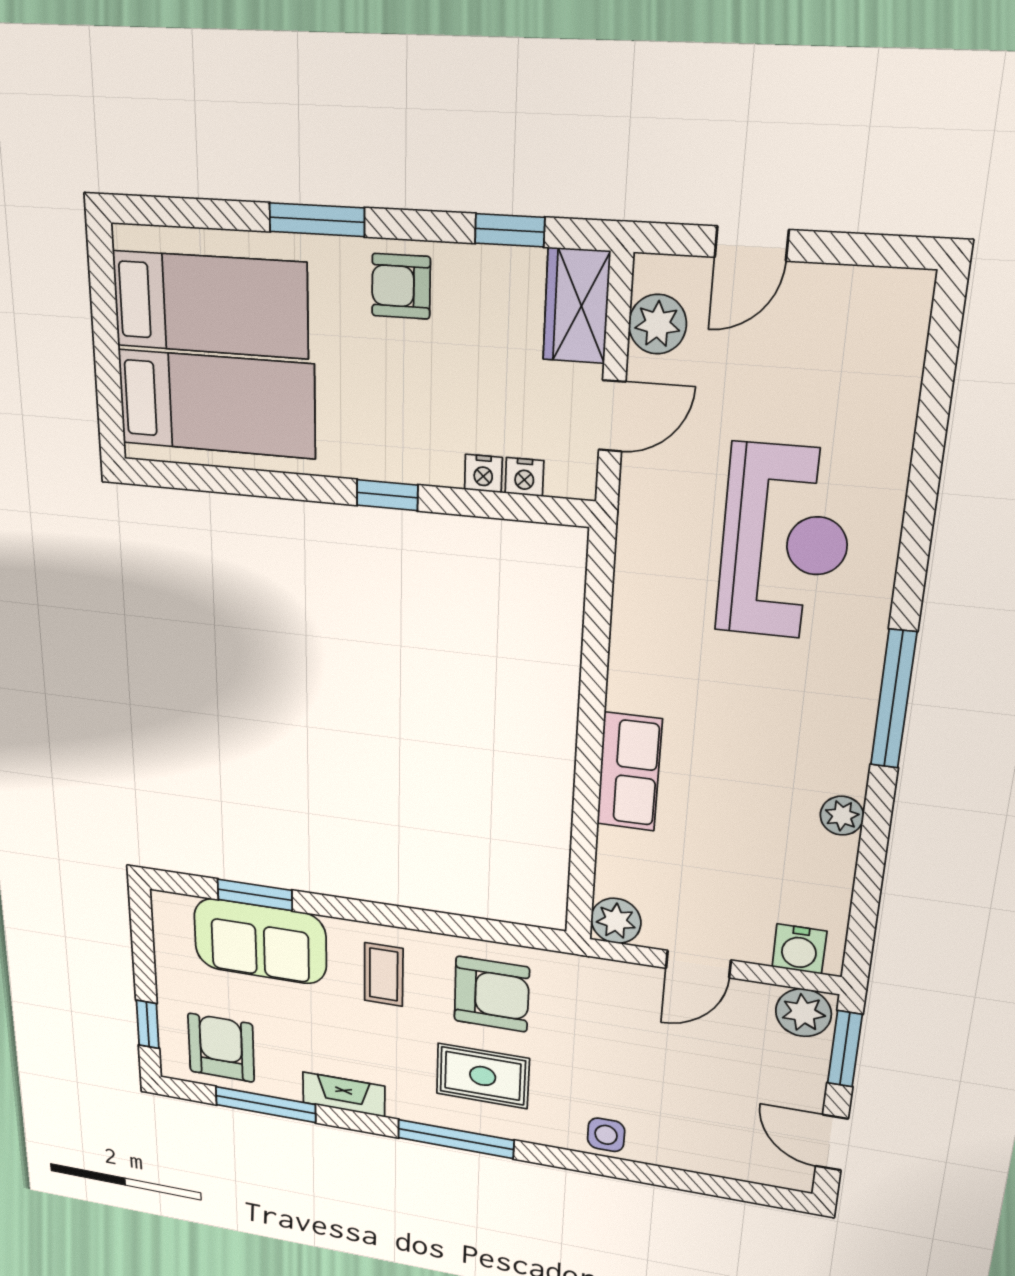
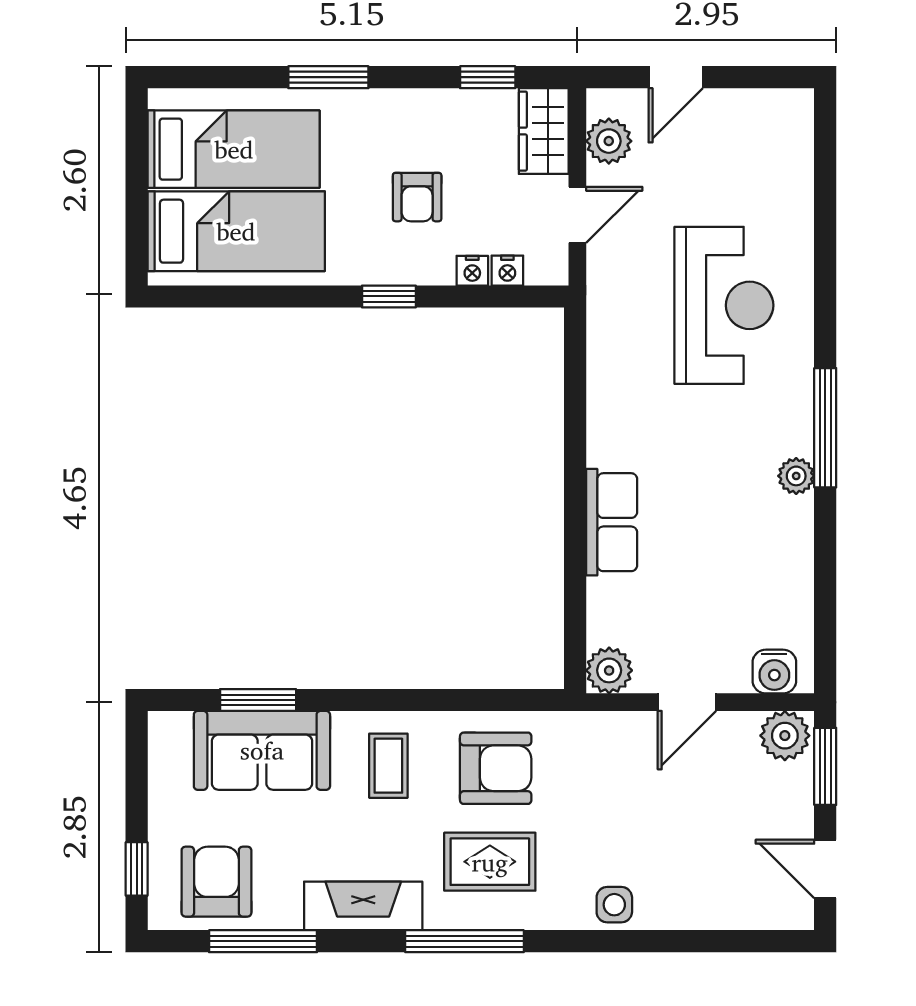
armchair: (401, 286) -> (417, 197), moved, turned -90
plant: (842, 816) -> (796, 476), moved
fireplace: (344, 1094) -> (363, 906), width x1.37, depth x1.32

